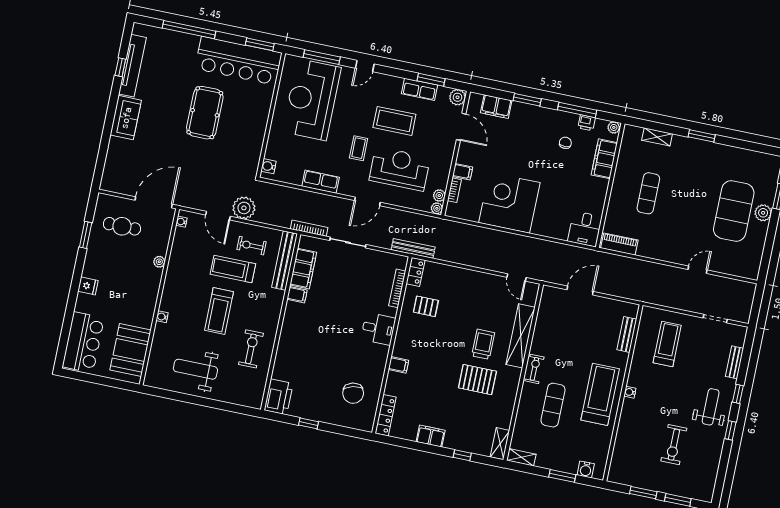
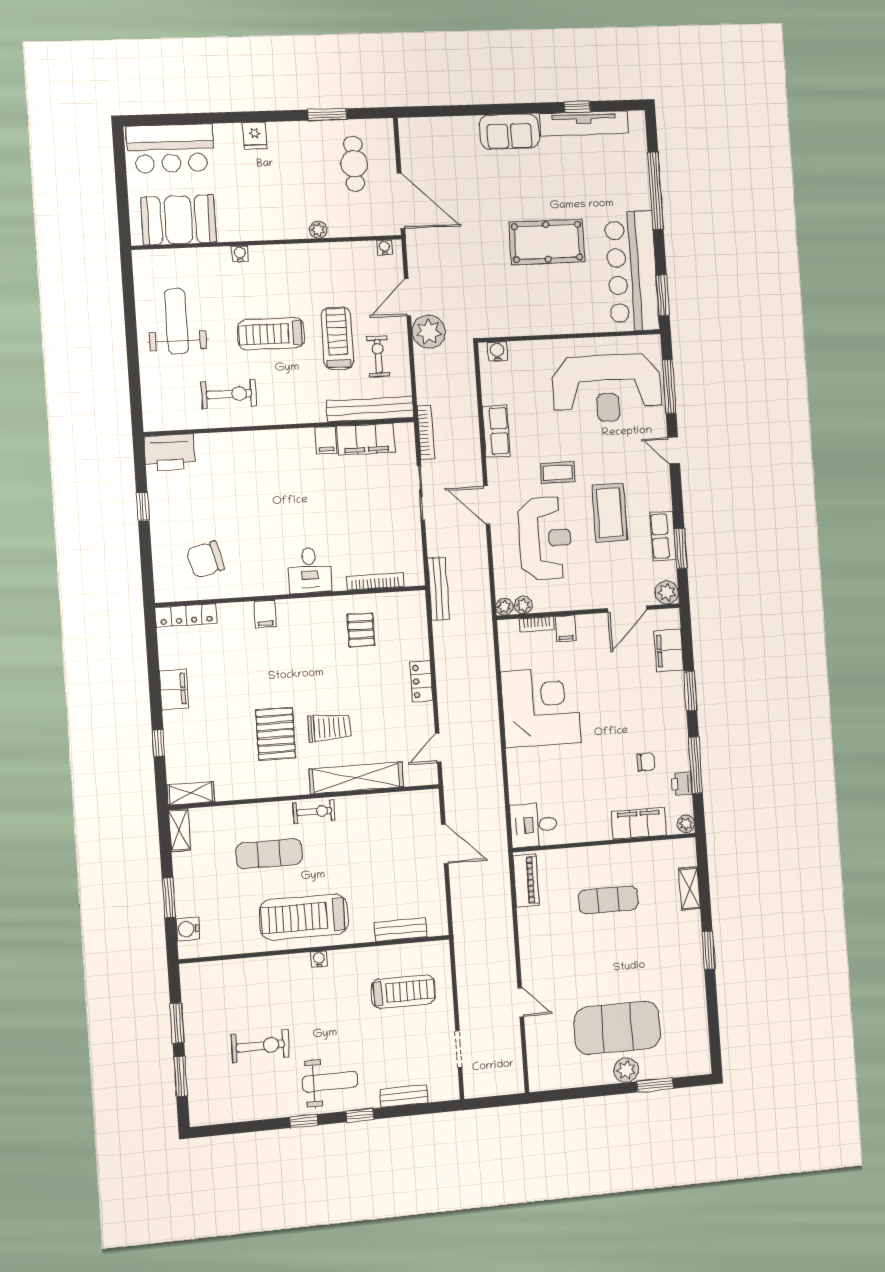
reception desk: (312, 100) -> (607, 388), turned 180
locker: (416, 272) -> (421, 681), moved, turned 90
treadmill: (600, 394) -> (304, 917), turned 180
exercise bike: (674, 445) -> (260, 1046), turned 180

